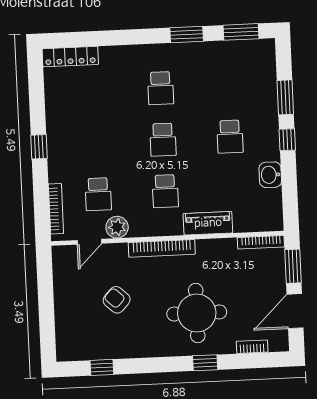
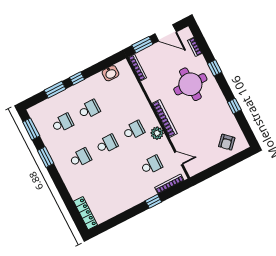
school desk: (228, 85) -> (62, 123), added
window: (39, 147) -> (153, 201), moved
washbasin: (270, 175) -> (111, 73), moved
piano: (208, 223) -> (140, 100), removed
plant: (117, 227) -> (157, 133), moved
armchair: (117, 300) -> (227, 142), moved
window: (102, 367) -> (234, 106), moved

